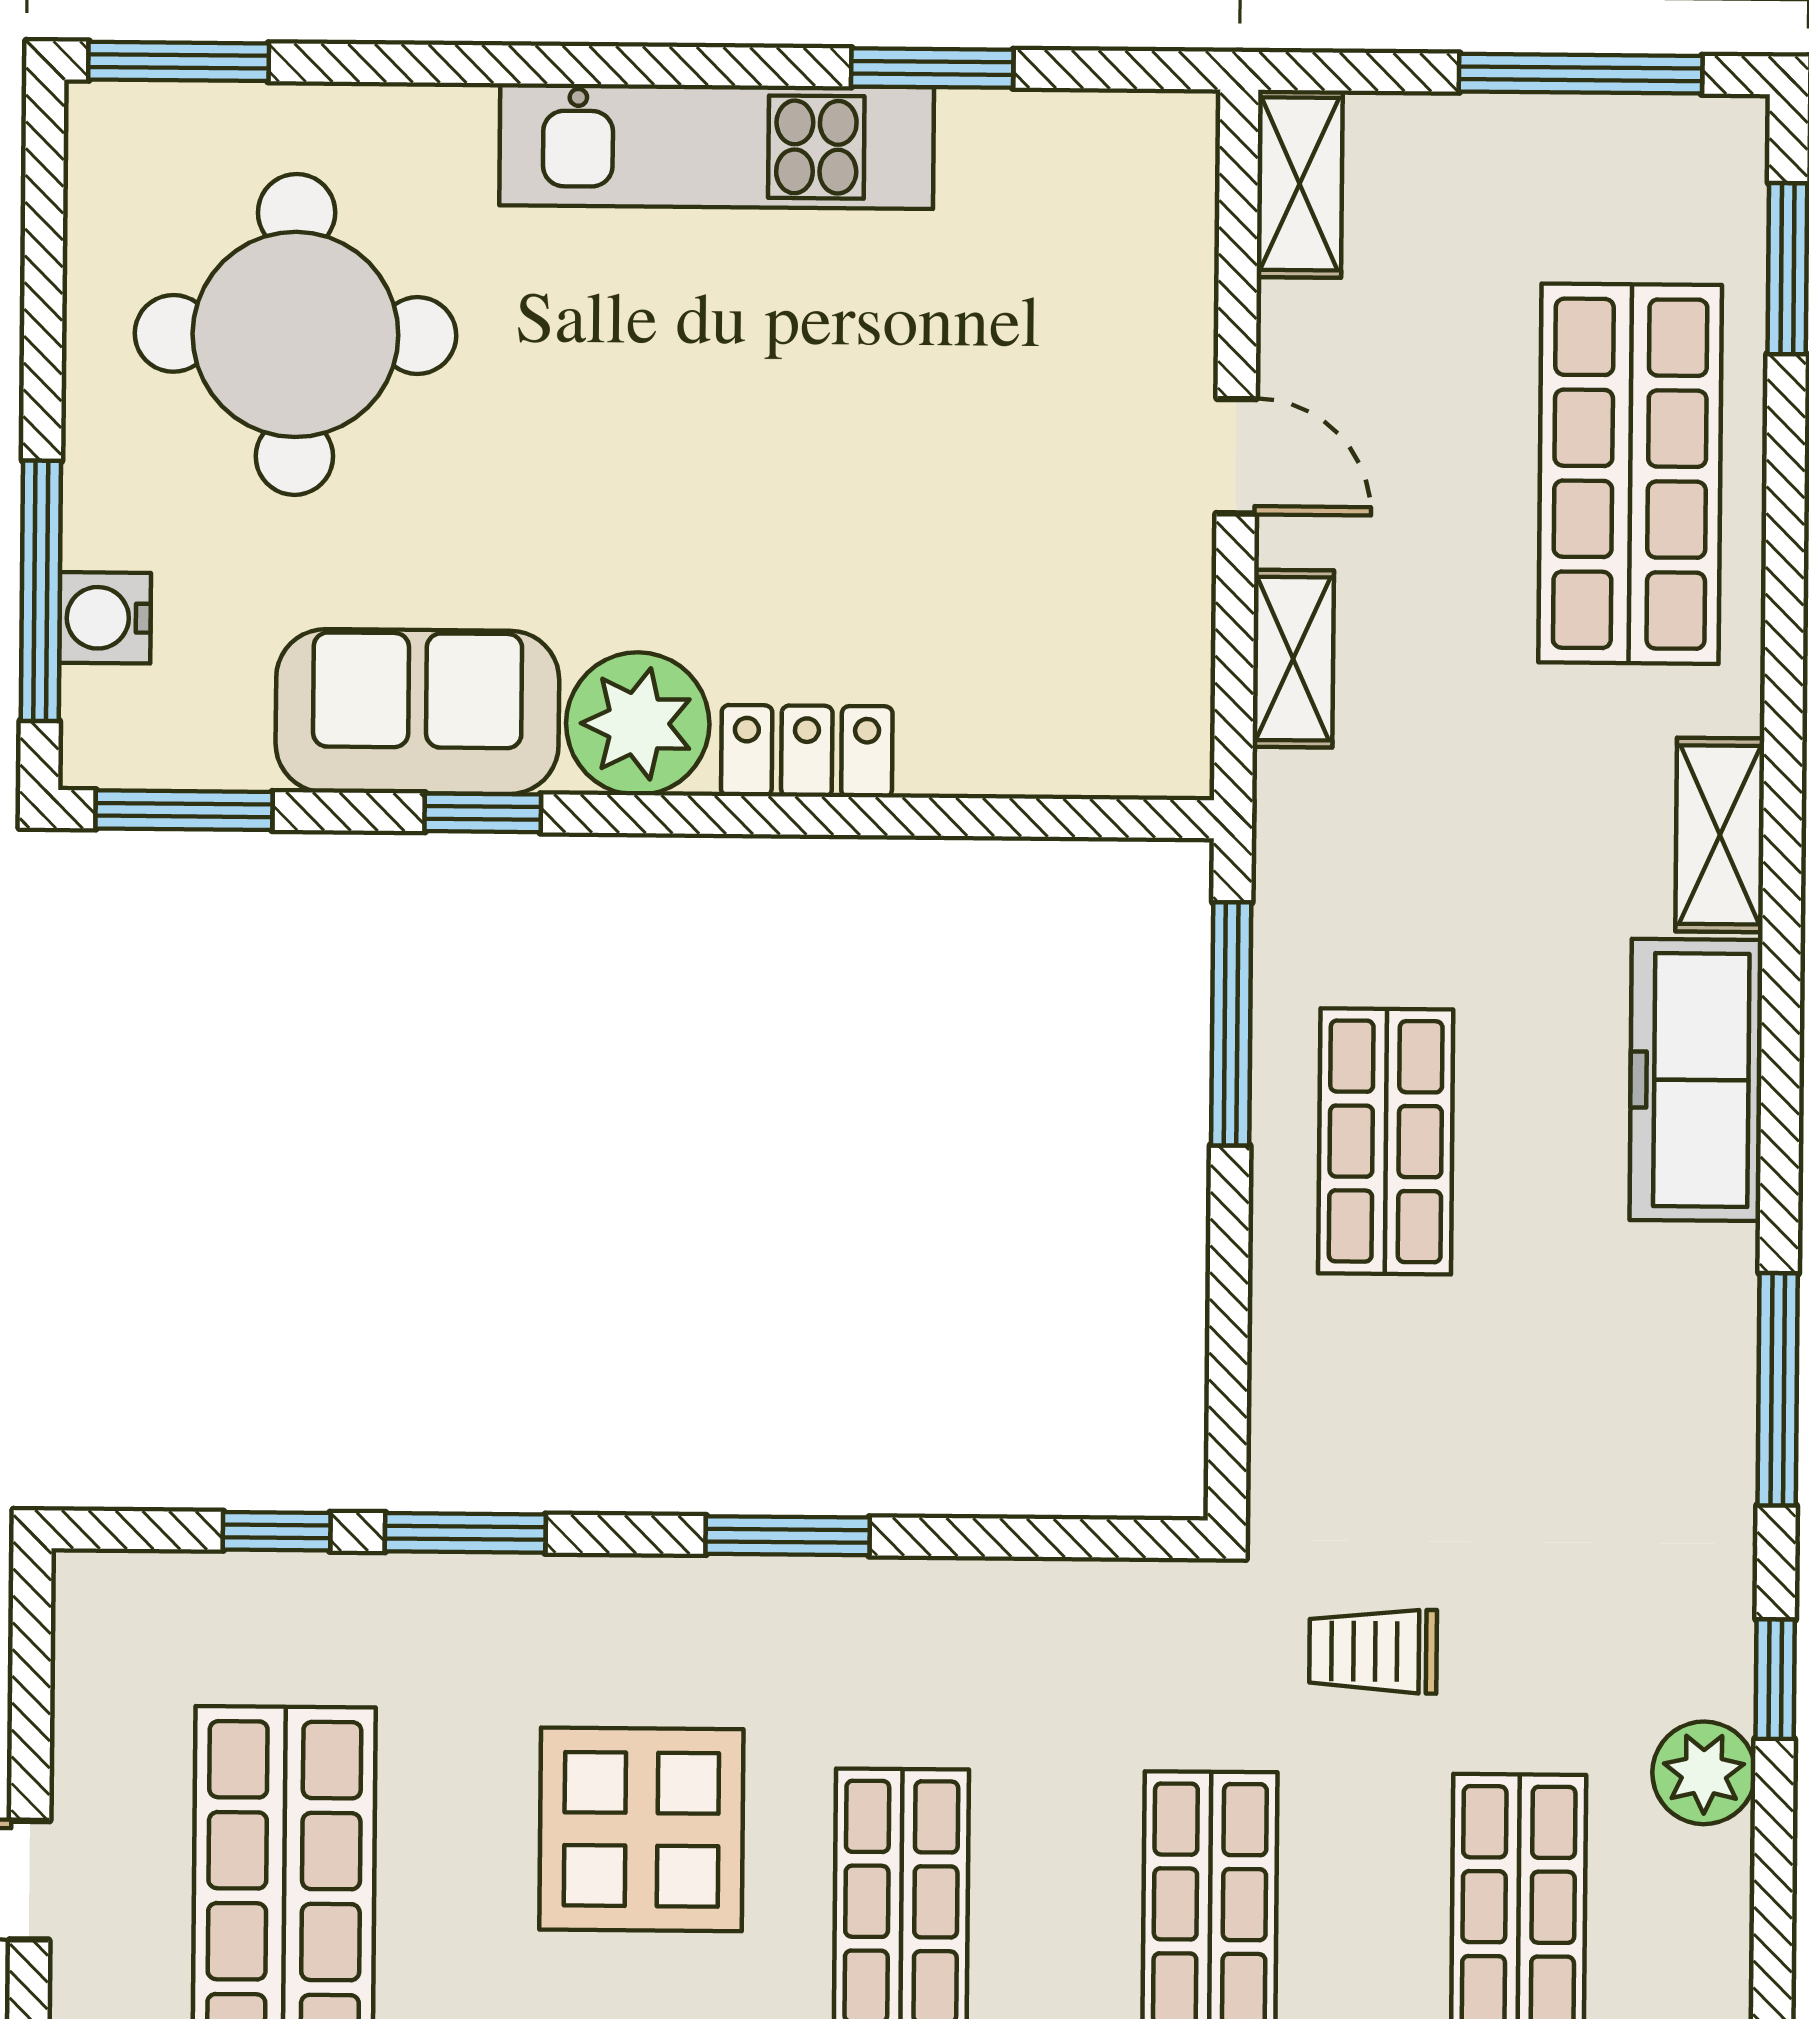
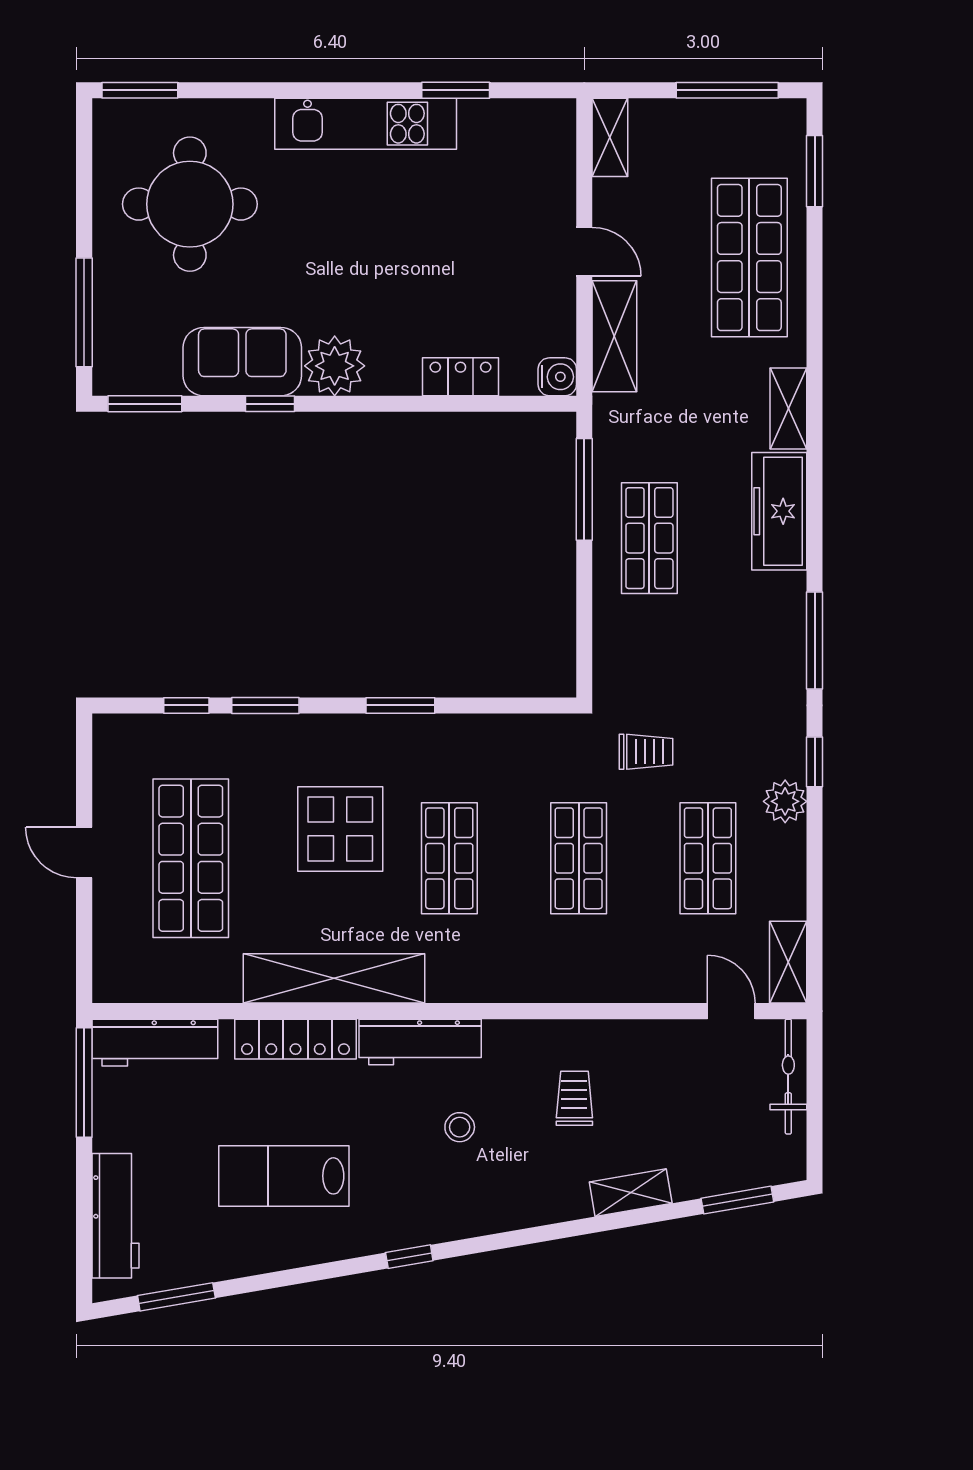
water cooler: (105, 618) -> (557, 377), moved, turned 180
shelving: (1293, 659) -> (614, 336), width x1.50, depth x1.33
locker: (807, 751) -> (461, 377), moved
trolley: (1373, 1651) -> (646, 752), turned 180

